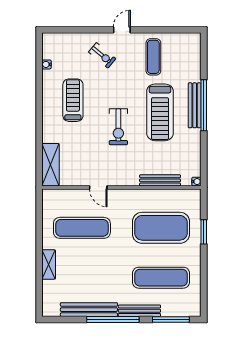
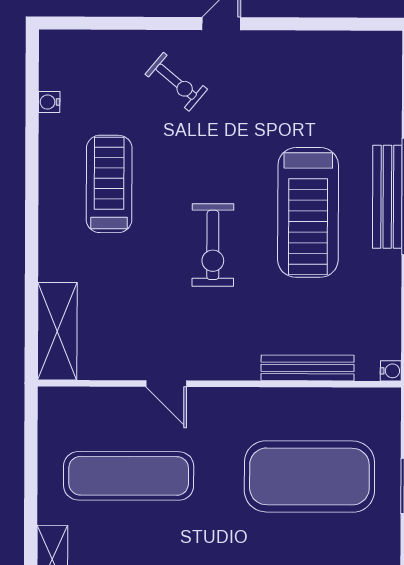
exercise mat: (153, 57) -> (293, 86), removed

